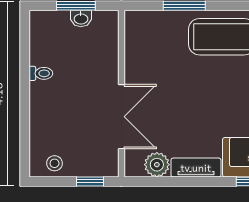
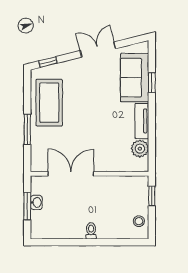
toilet: (41, 73) -> (91, 231), moved
double door: (121, 117) -> (71, 174), moved

